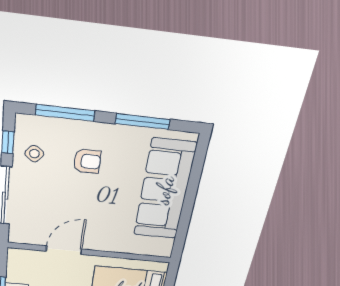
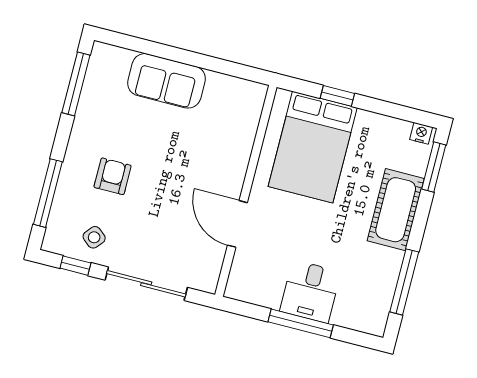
window: (143, 121) -> (76, 84), moved
sofa: (164, 190) -> (166, 81), width x0.54, depth x0.79

